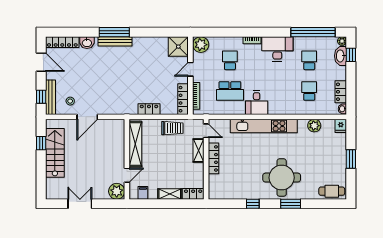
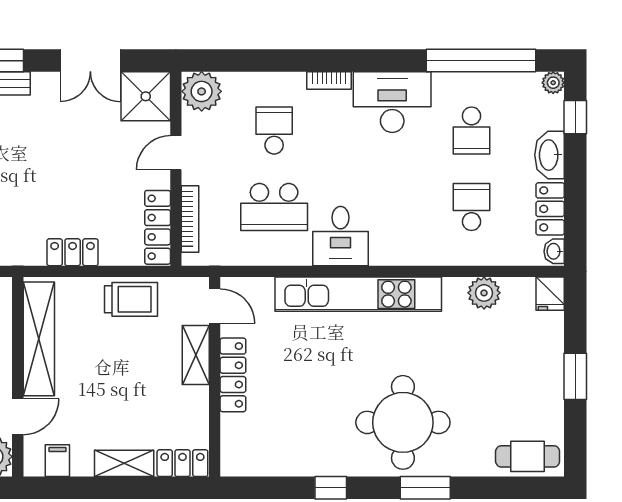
double door: (156, 32) -> (90, 61), added
washbasin: (341, 56) -> (550, 155), moved
school desk: (309, 60) -> (471, 131), turned 180

